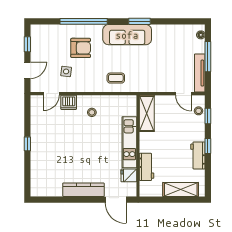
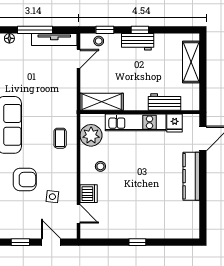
armchair: (81, 48) -> (25, 180), turned 90
plant: (118, 104) -> (91, 135), added
workbench: (198, 155) -> (138, 42), moved

